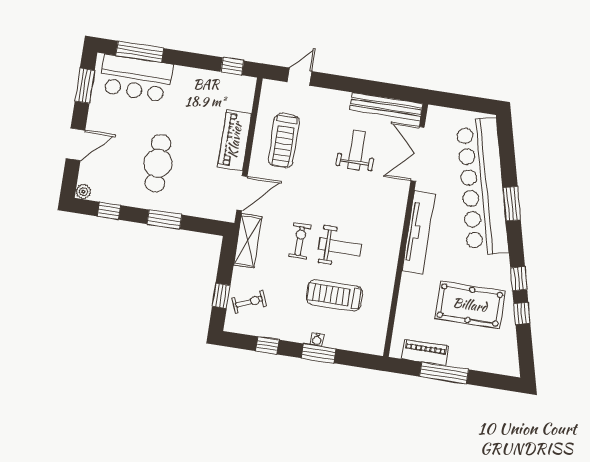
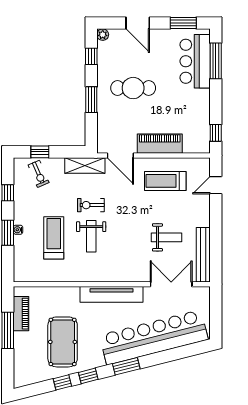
door: (299, 77) -> (216, 185), swing flipped
window: (512, 204) -> (126, 366), moved
exercise bike: (300, 241) -> (91, 205), turned 180

